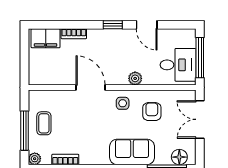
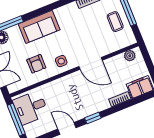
plant: (135, 78) -> (130, 56), moved

